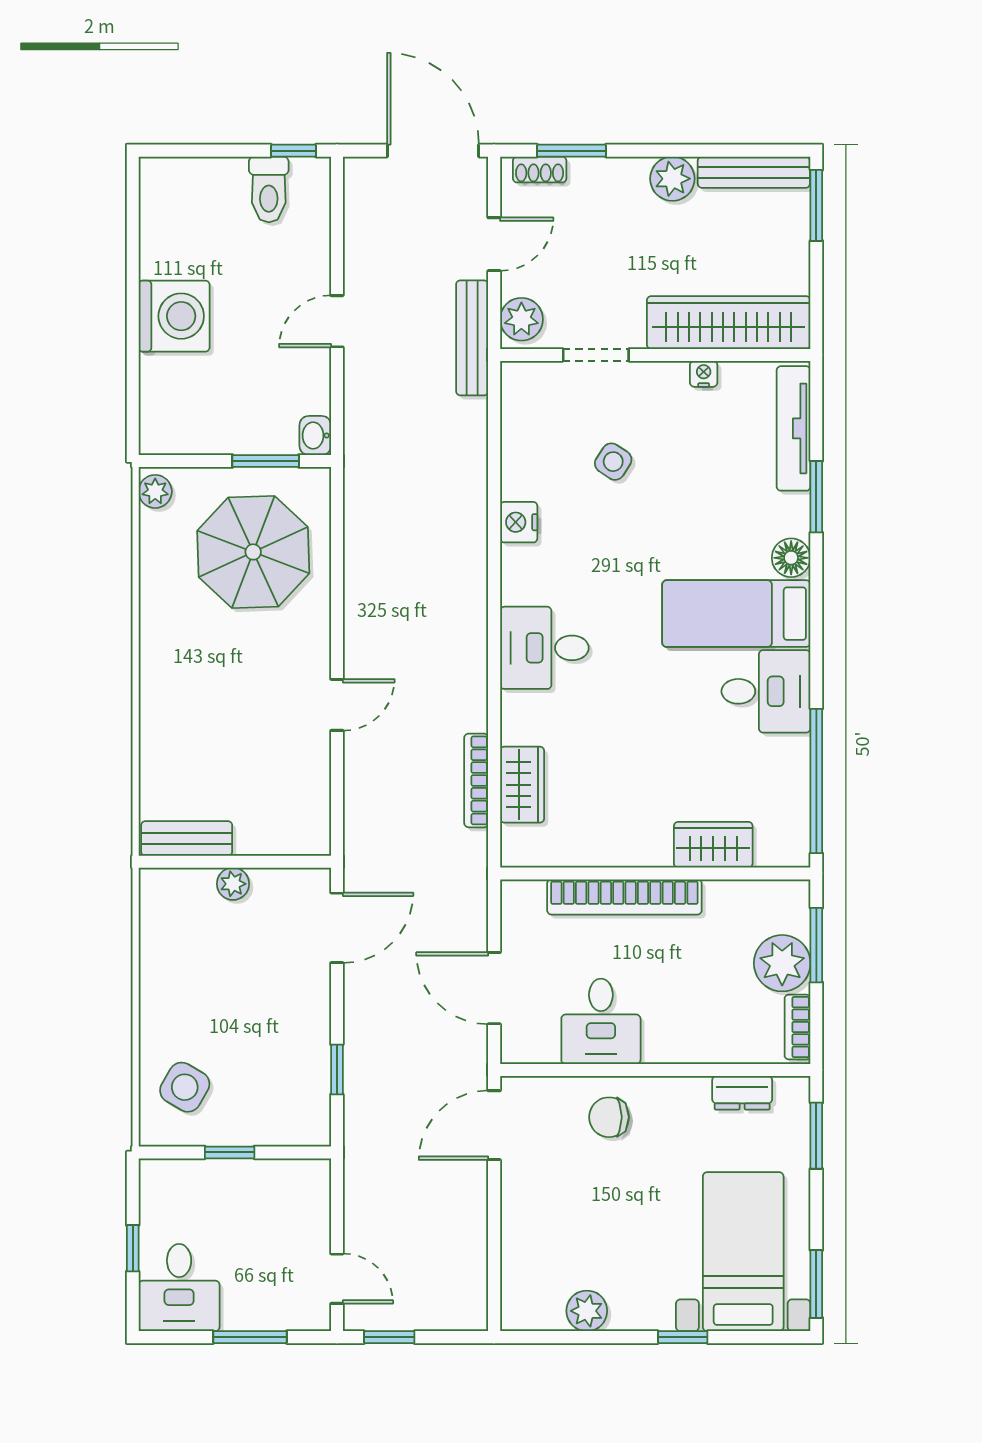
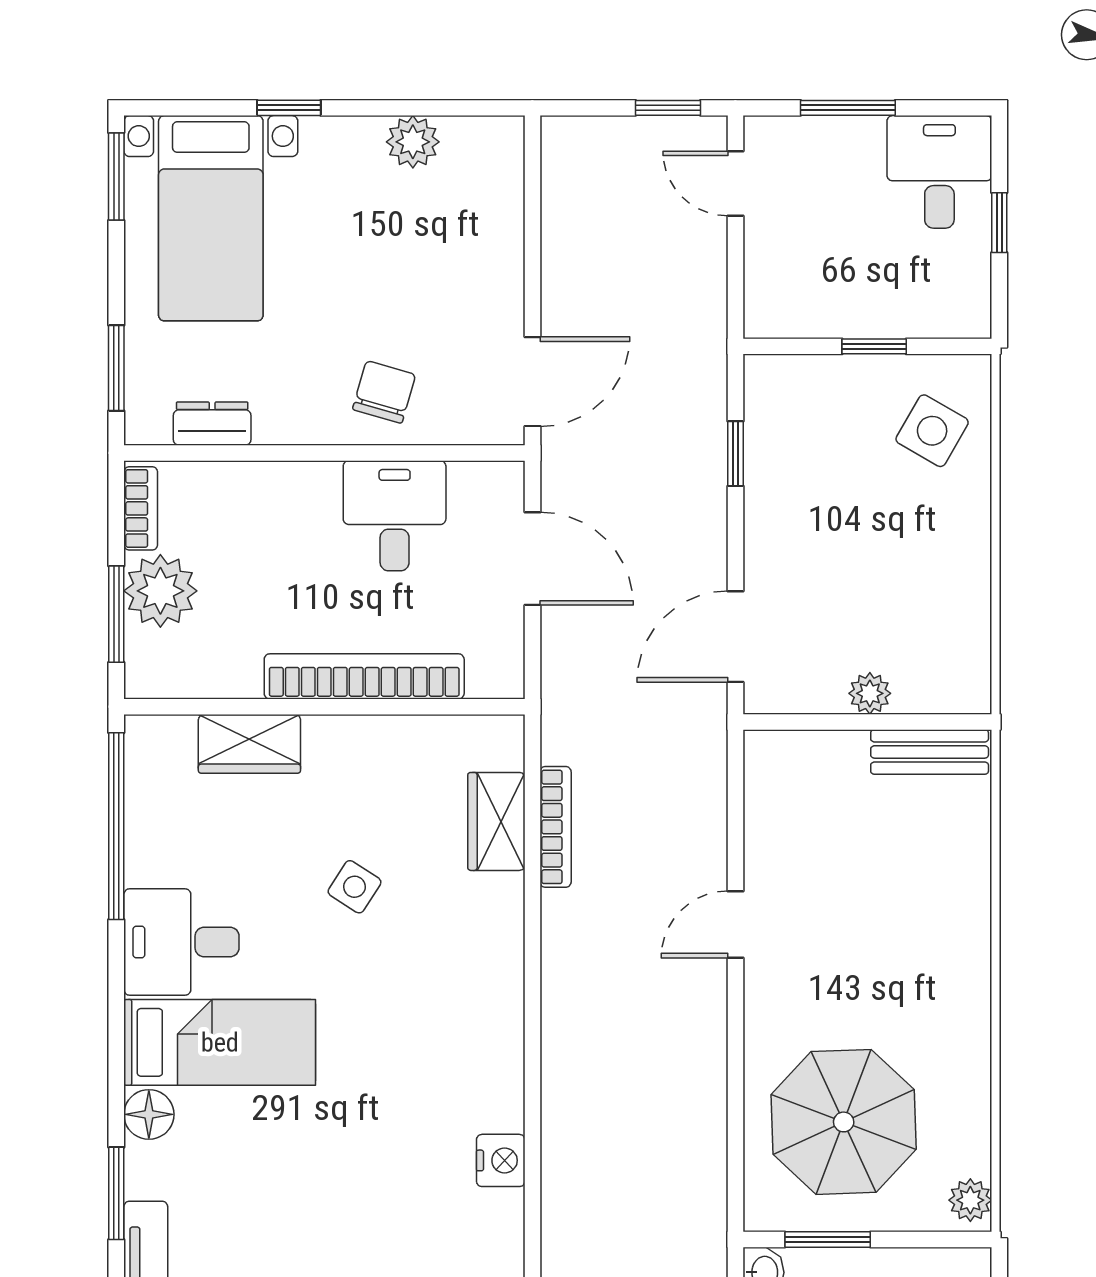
side table: (613, 462) -> (355, 887), moved
desk: (544, 648) -> (468, 998), removed
chair: (609, 1117) -> (384, 392), turned -74

